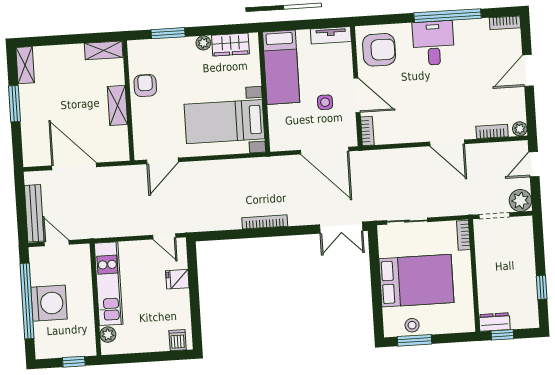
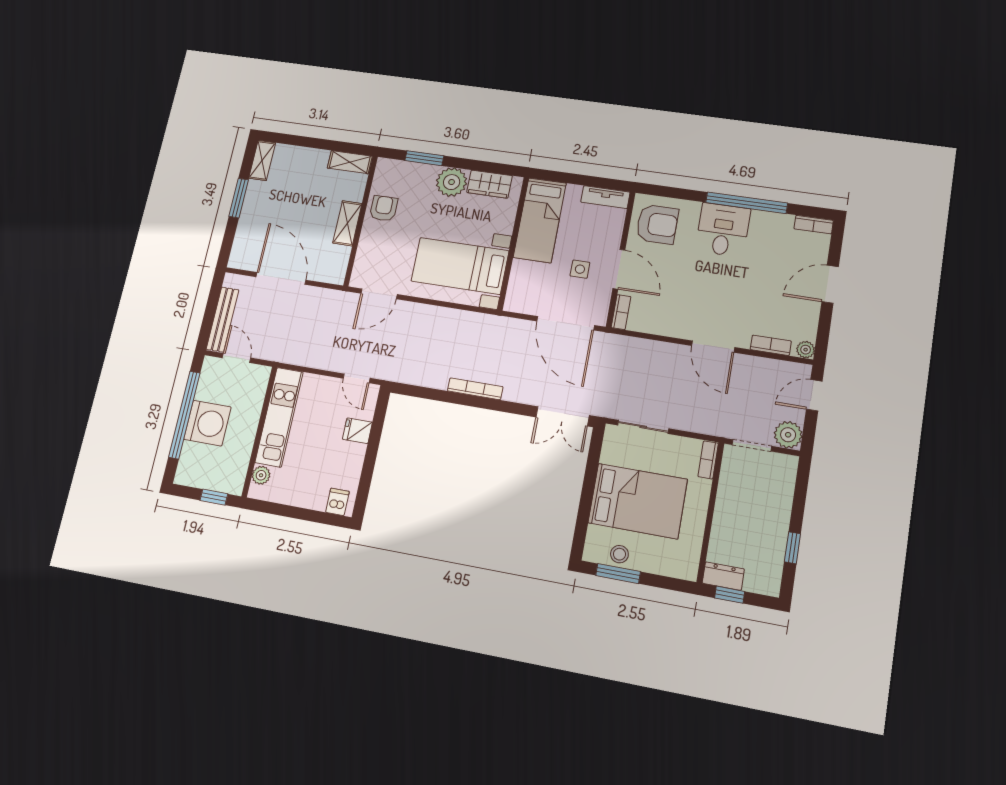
plant: (203, 43) -> (452, 182), width x1.88, depth x1.88

